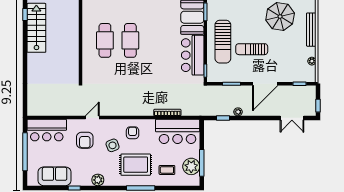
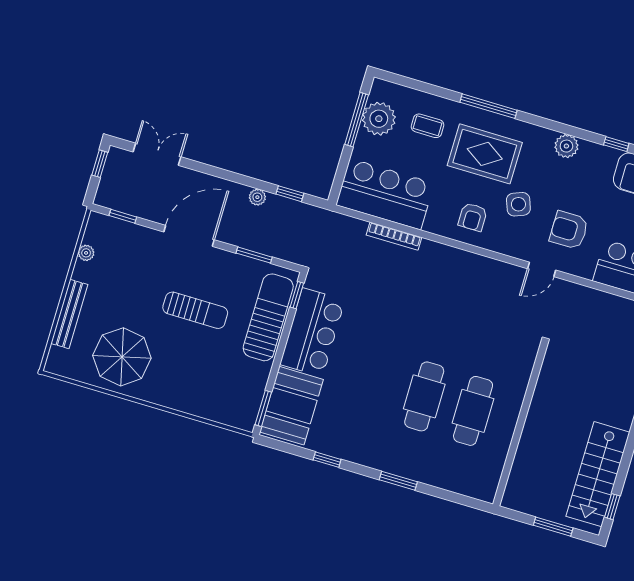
sun lounger: (223, 42) -> (268, 317), moved
armchair: (85, 140) -> (569, 230), turned -90

